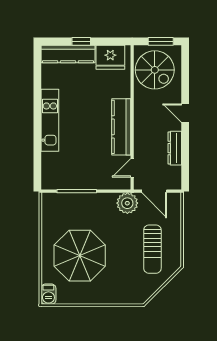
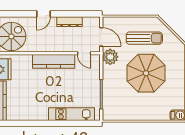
kitchen unit: (50, 120) -> (71, 114), moved
door: (154, 191) -> (101, 37), hinge flipped
parasol: (80, 256) -> (146, 73), moved

